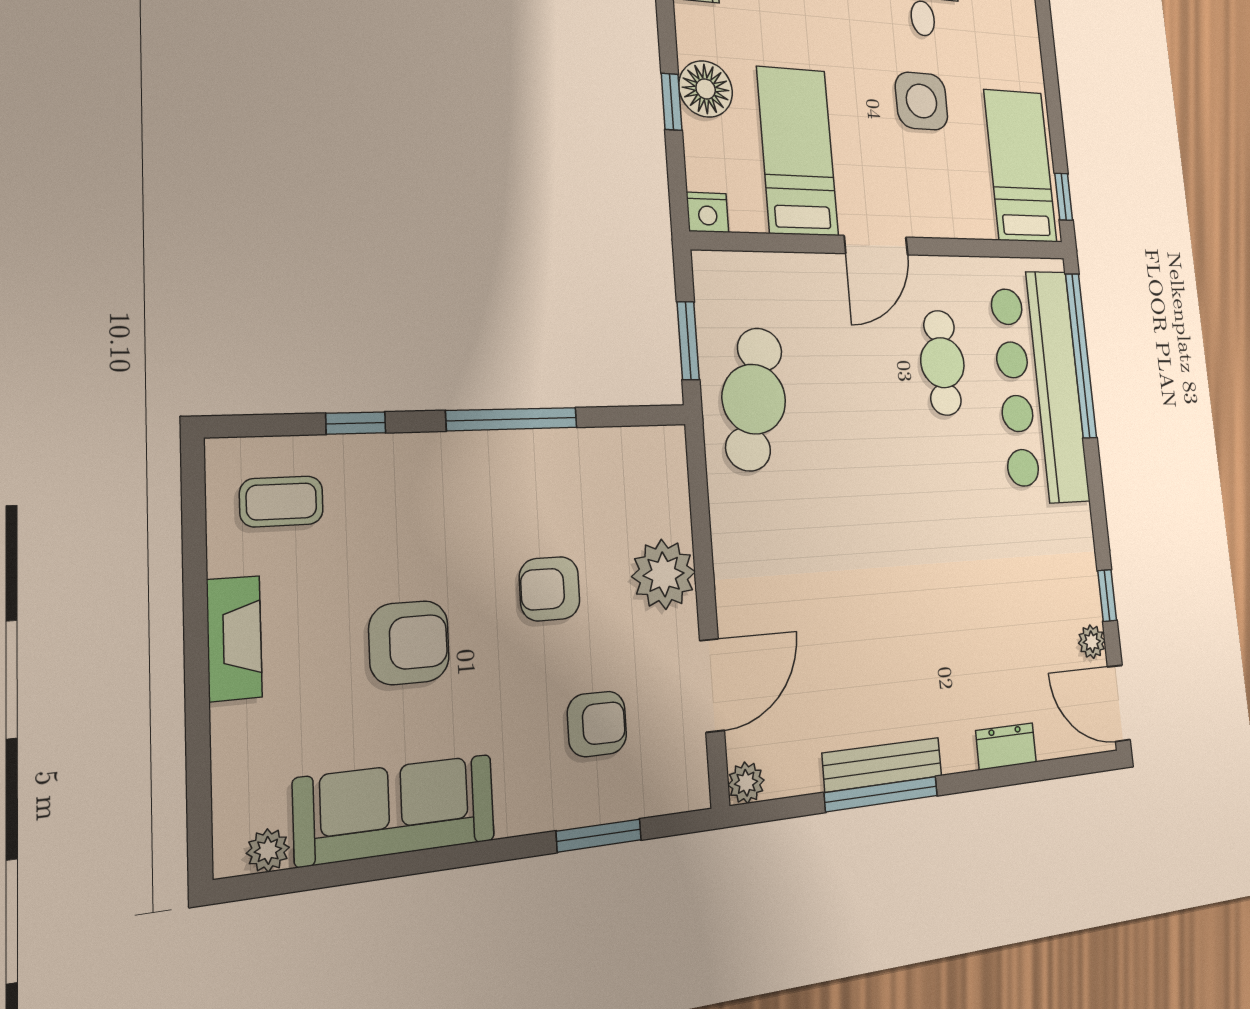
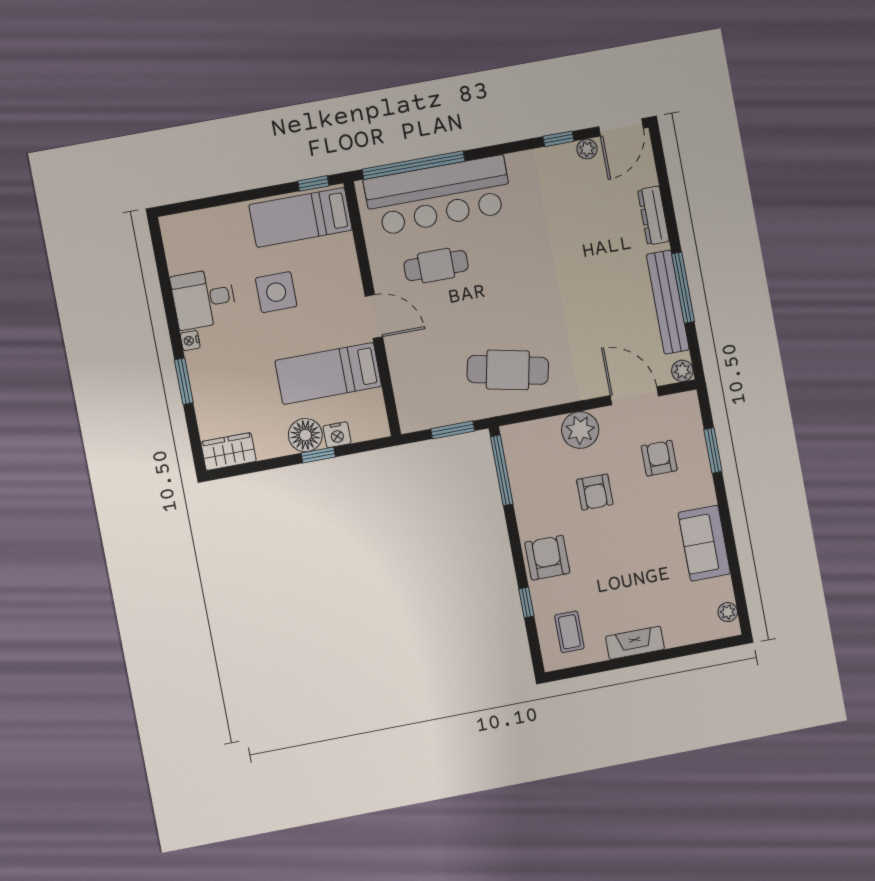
nightstand: (708, 212) -> (337, 435), moved, turned 90
cafe table: (754, 399) -> (508, 370), moved
window: (512, 419) -> (502, 470), moved
armchair: (409, 643) -> (547, 558), moved
dresser: (1006, 746) -> (653, 216), width x1.44
bench: (883, 765) -> (668, 302), width x1.37, depth x1.21
sofa: (395, 810) -> (704, 543), width x0.73

